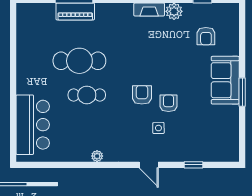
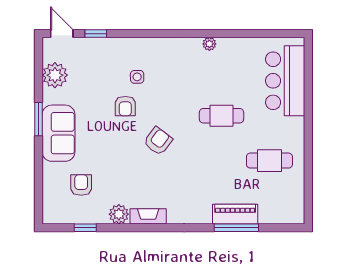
cafe table: (79, 61) -> (269, 161), moved, width x0.73, depth x0.74
armchair: (142, 95) -> (158, 141), moved, turned -143
plant: (228, 129) -> (55, 75), added
door: (149, 165) -> (62, 34), moved

